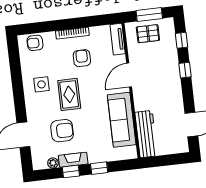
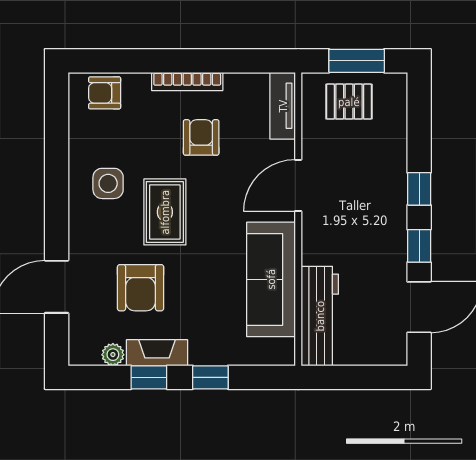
window: (181, 40) -> (419, 246), moved
armchair: (62, 131) -> (141, 288), turned 90

